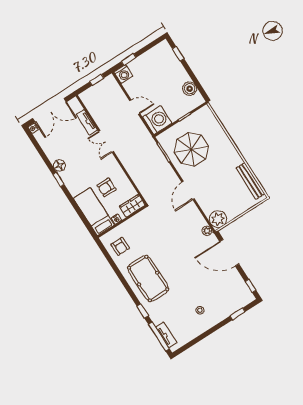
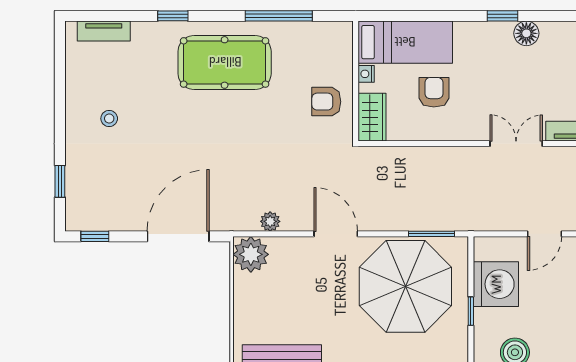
washing machine: (157, 120) -> (496, 284), moved, turned -90
parasol: (191, 149) -> (405, 286), width x1.36, depth x1.36
plant: (207, 231) -> (270, 221), moved
armchair: (120, 246) -> (326, 102), moved
window: (159, 337) -> (279, 16), moved

